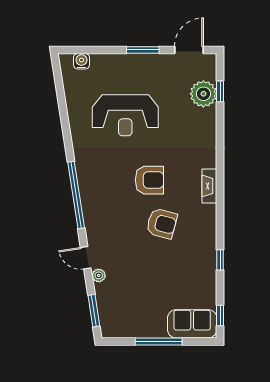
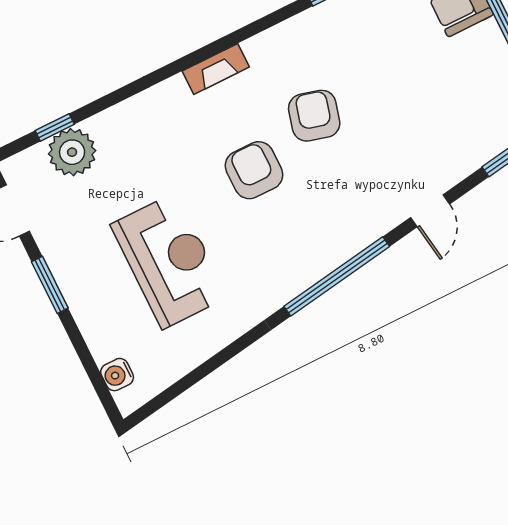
plant: (99, 275) -> (448, 176), removed

